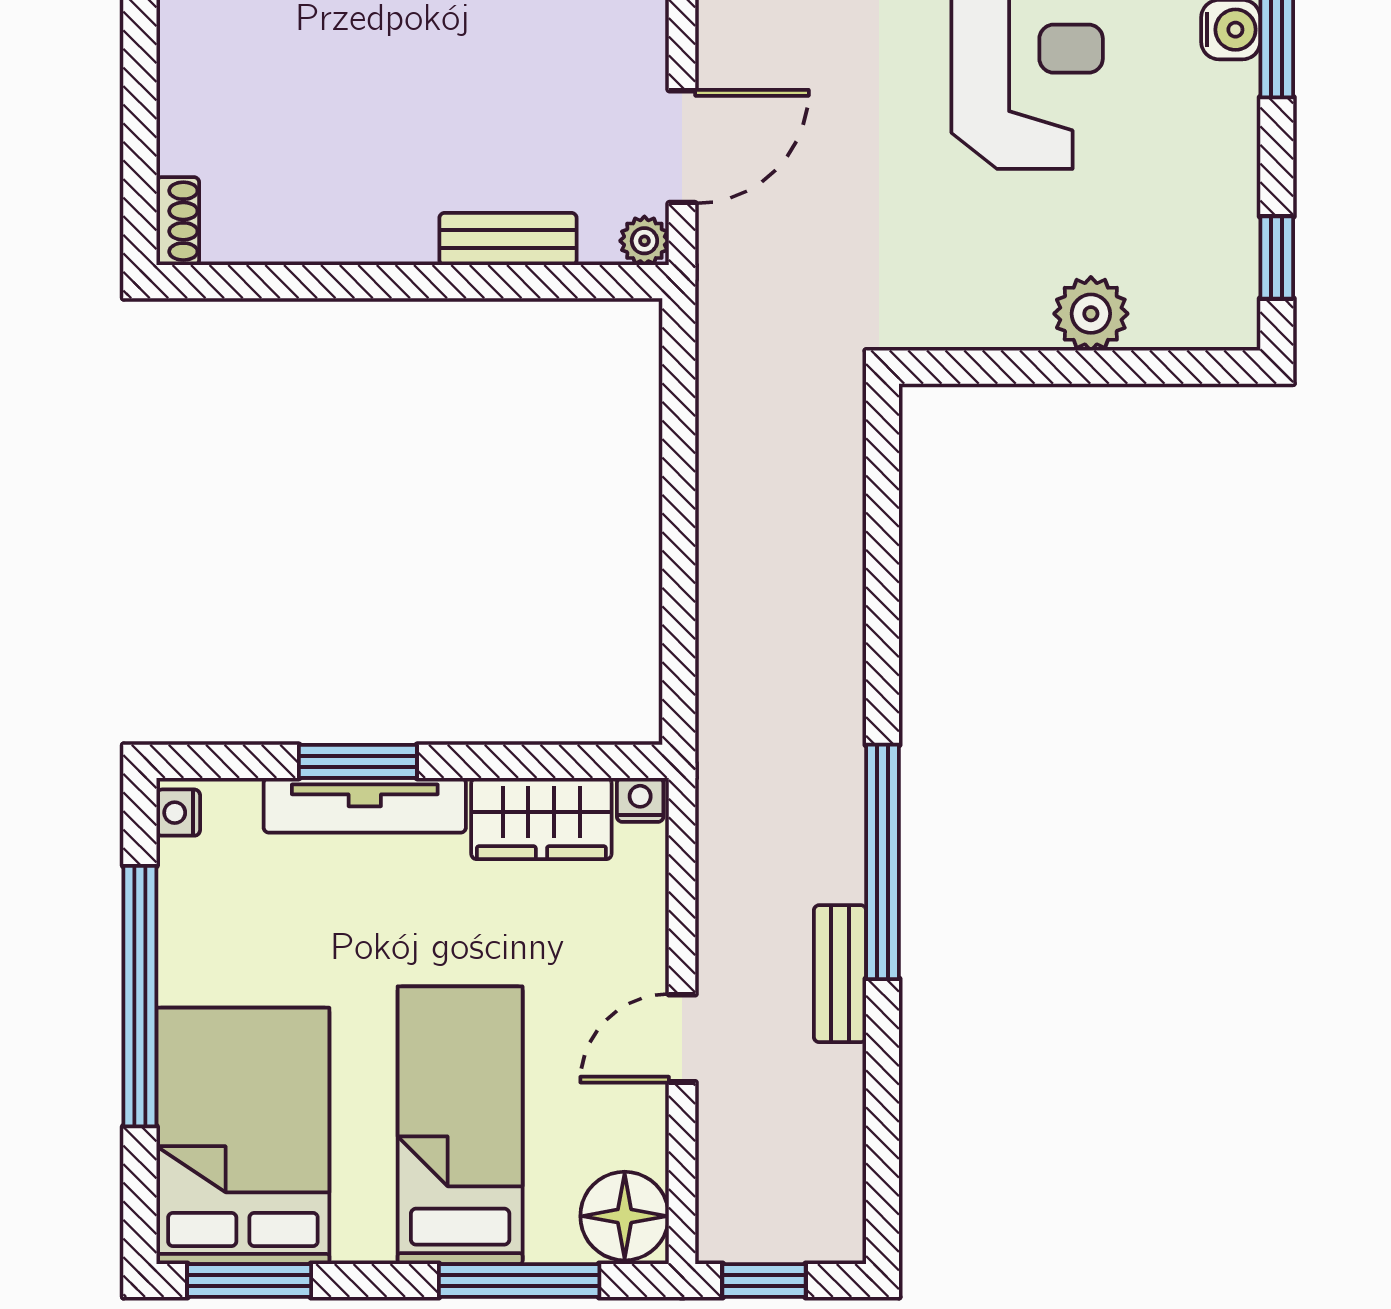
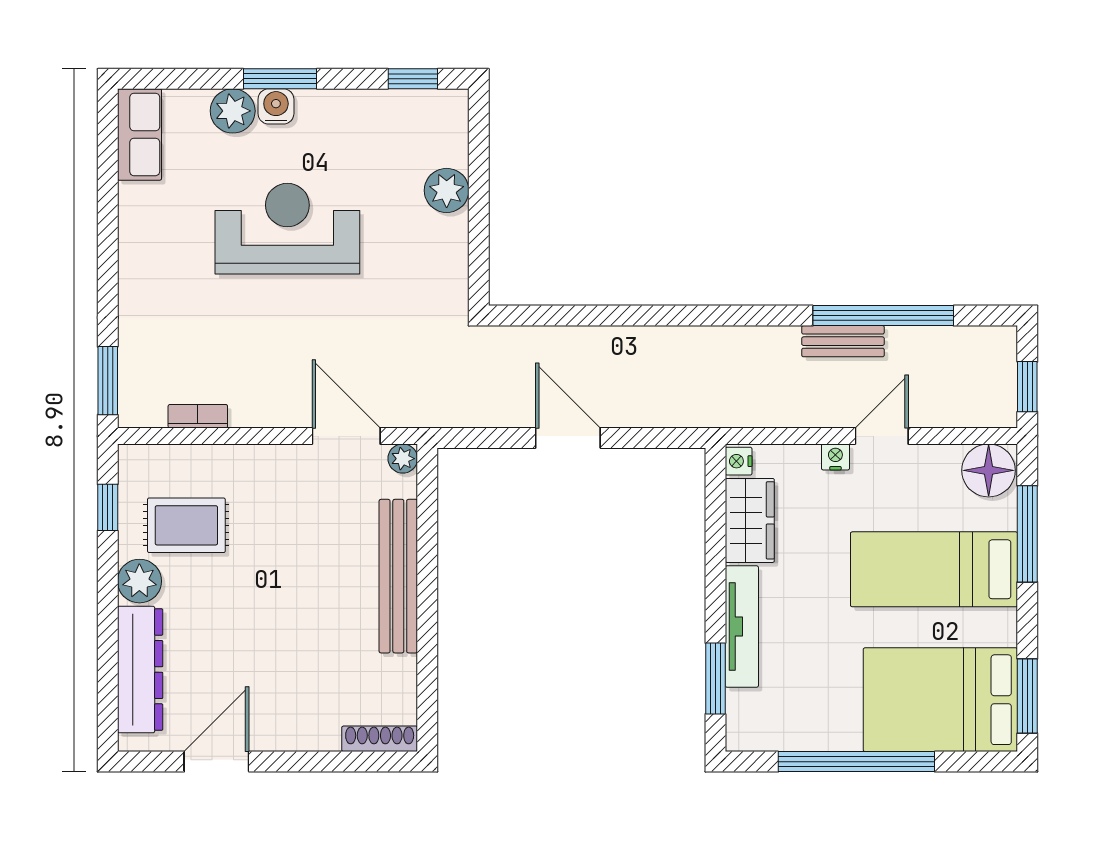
shoe rack: (178, 221) -> (380, 739), width x1.43
bench: (508, 239) -> (398, 576), width x1.86, depth x1.21
door: (679, 516) -> (568, 438), added
window: (358, 761) -> (715, 679), moved
nightstand: (178, 813) -> (835, 457), moved, turned 180
window: (882, 862) -> (883, 316), moved
door: (682, 1038) -> (882, 436), swing flipped

